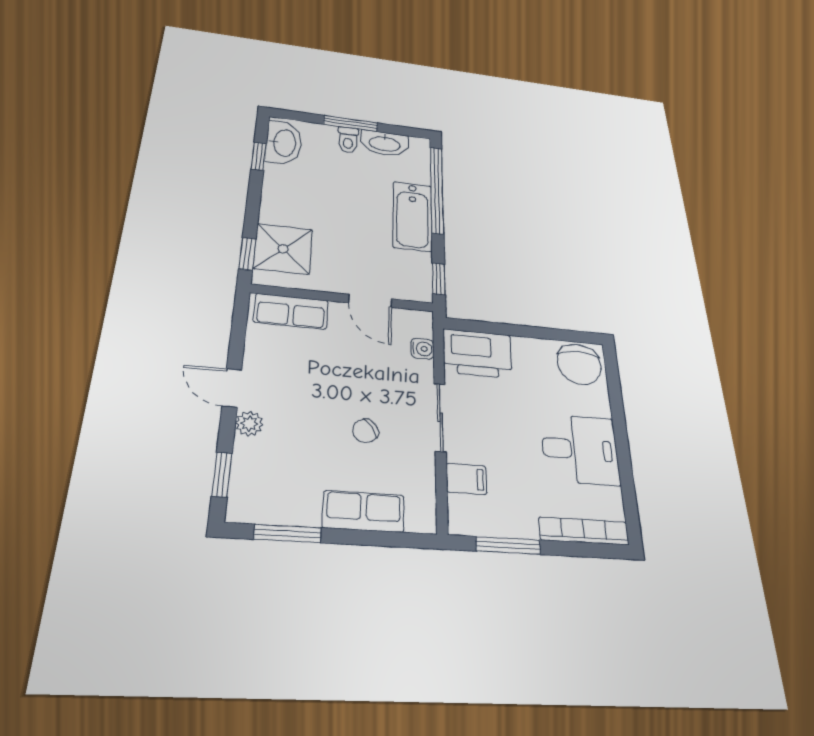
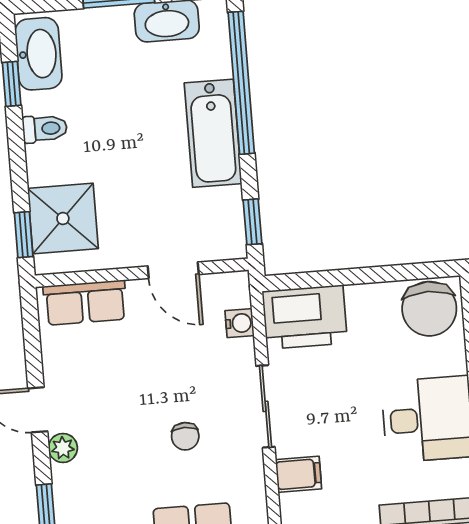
toilet: (348, 140) -> (45, 129), moved, turned -90
chair: (365, 431) -> (185, 436), turned -55

